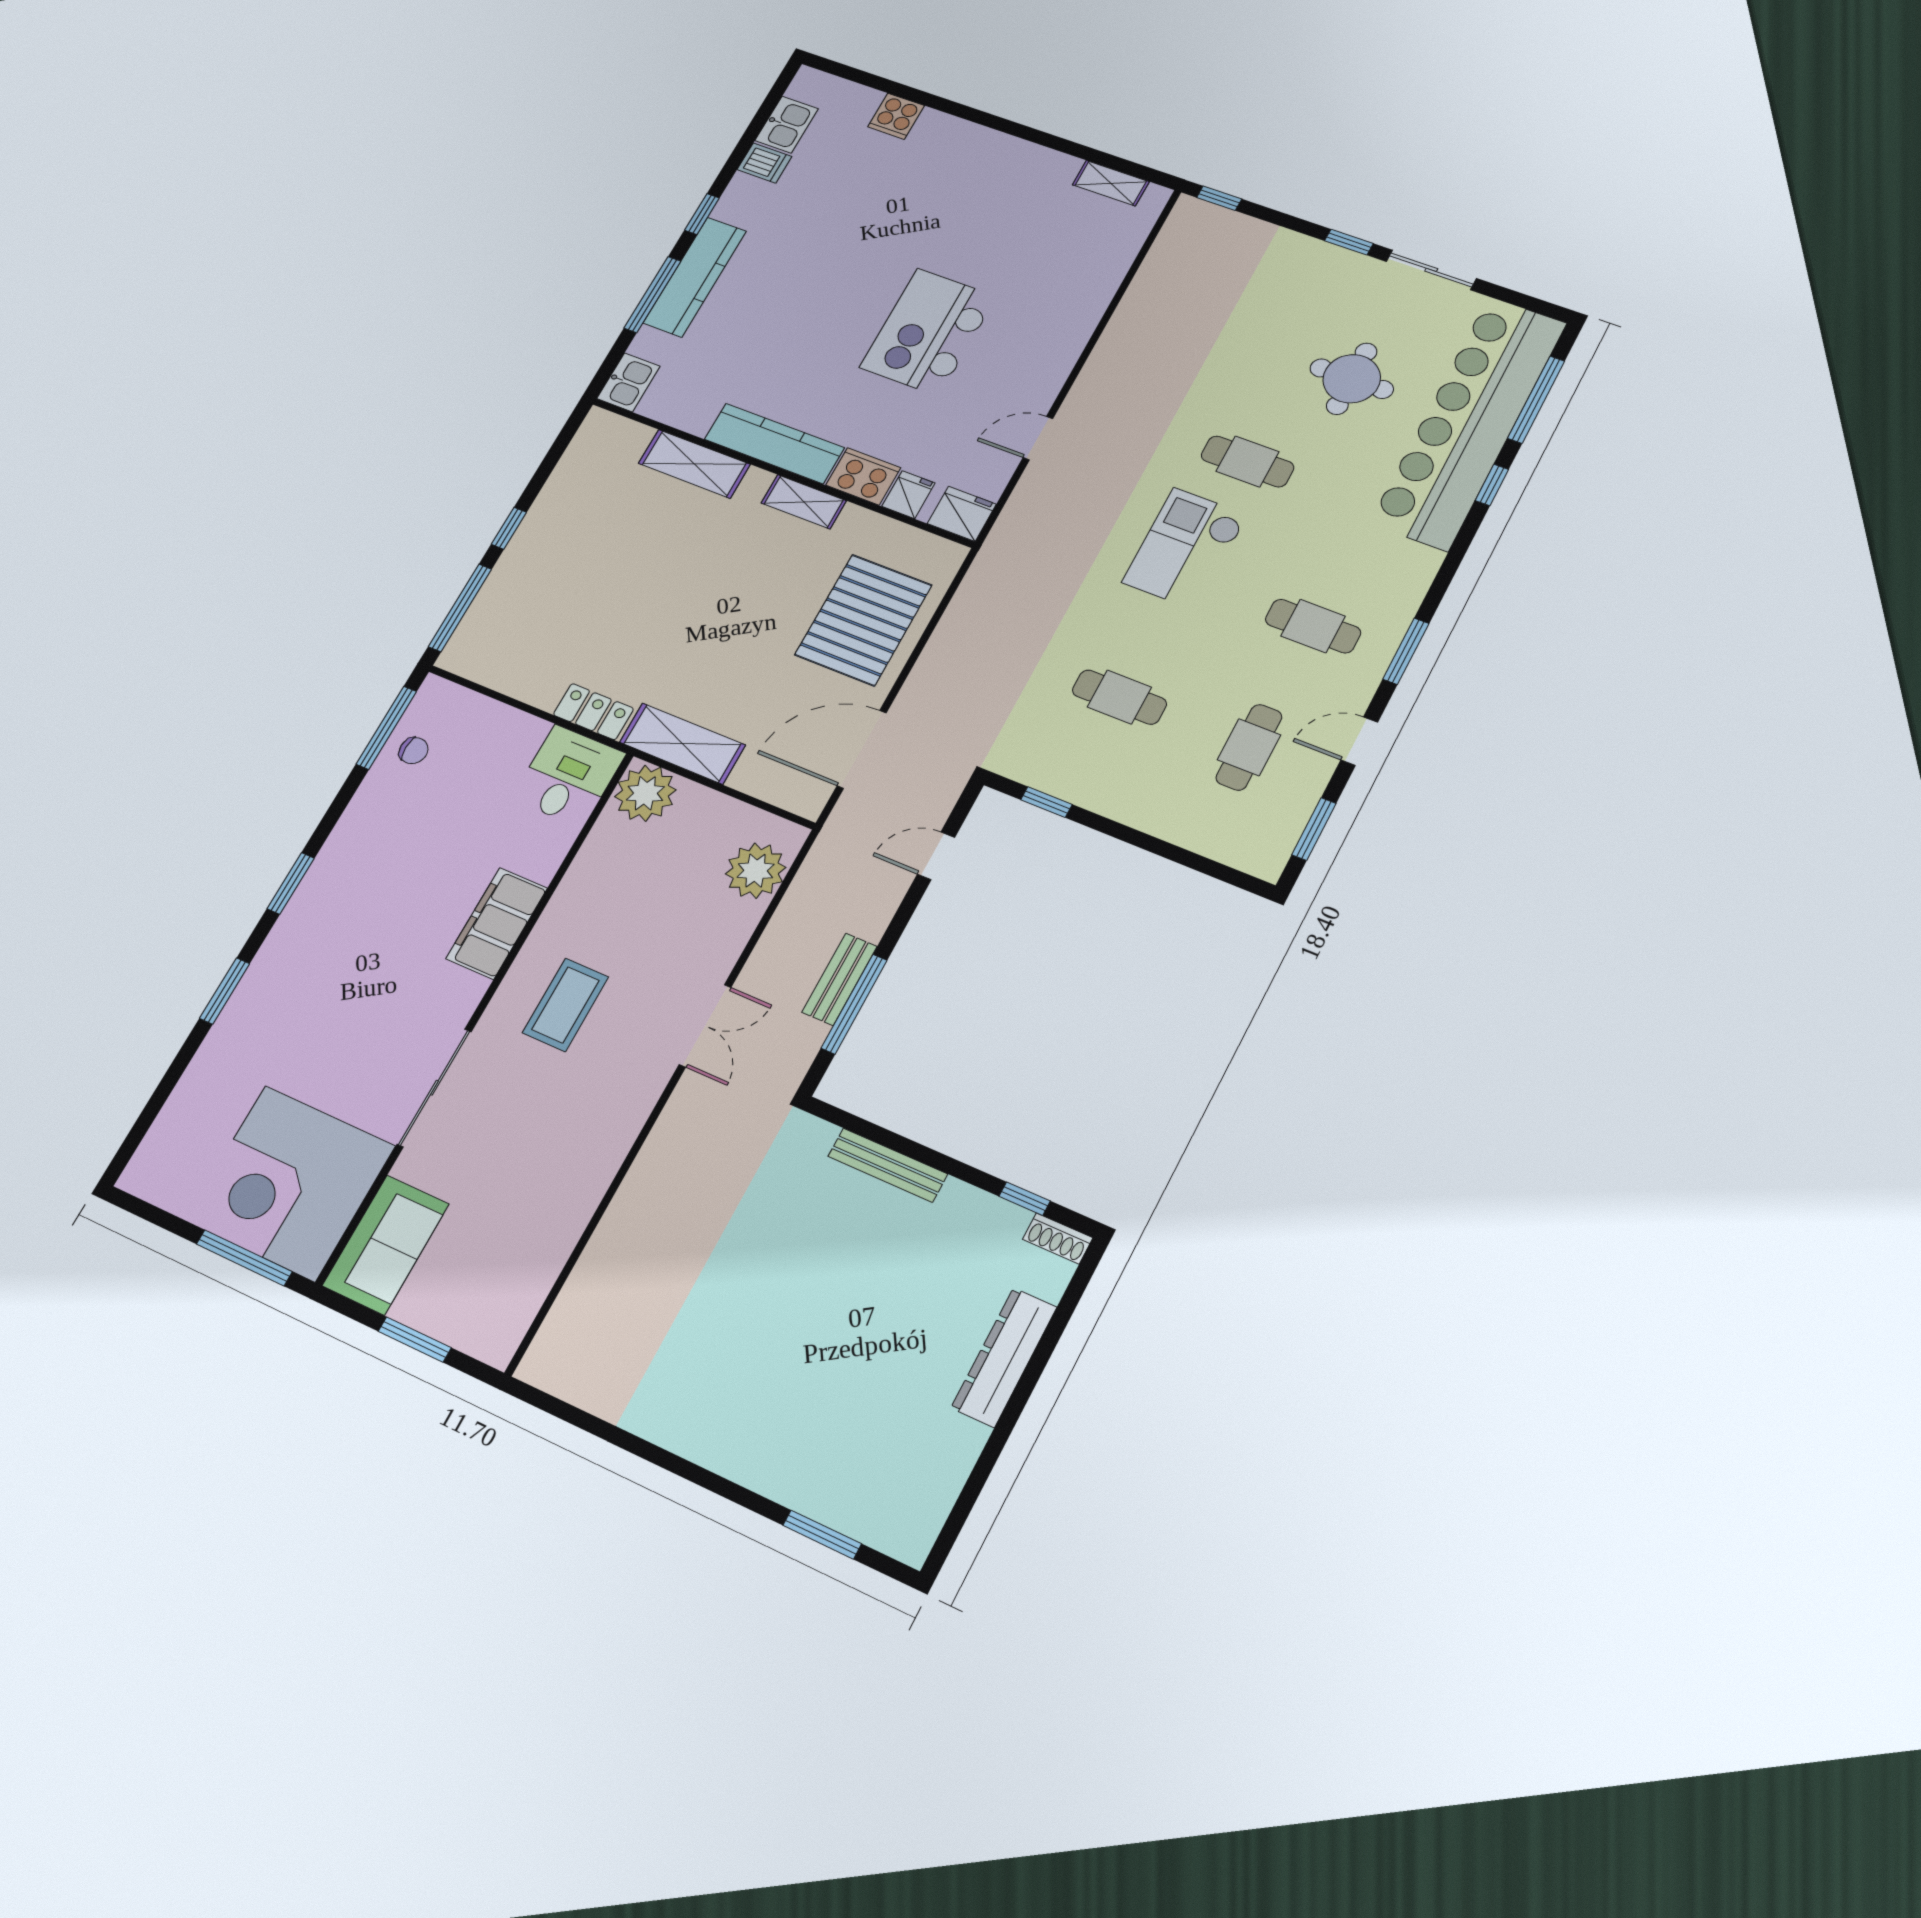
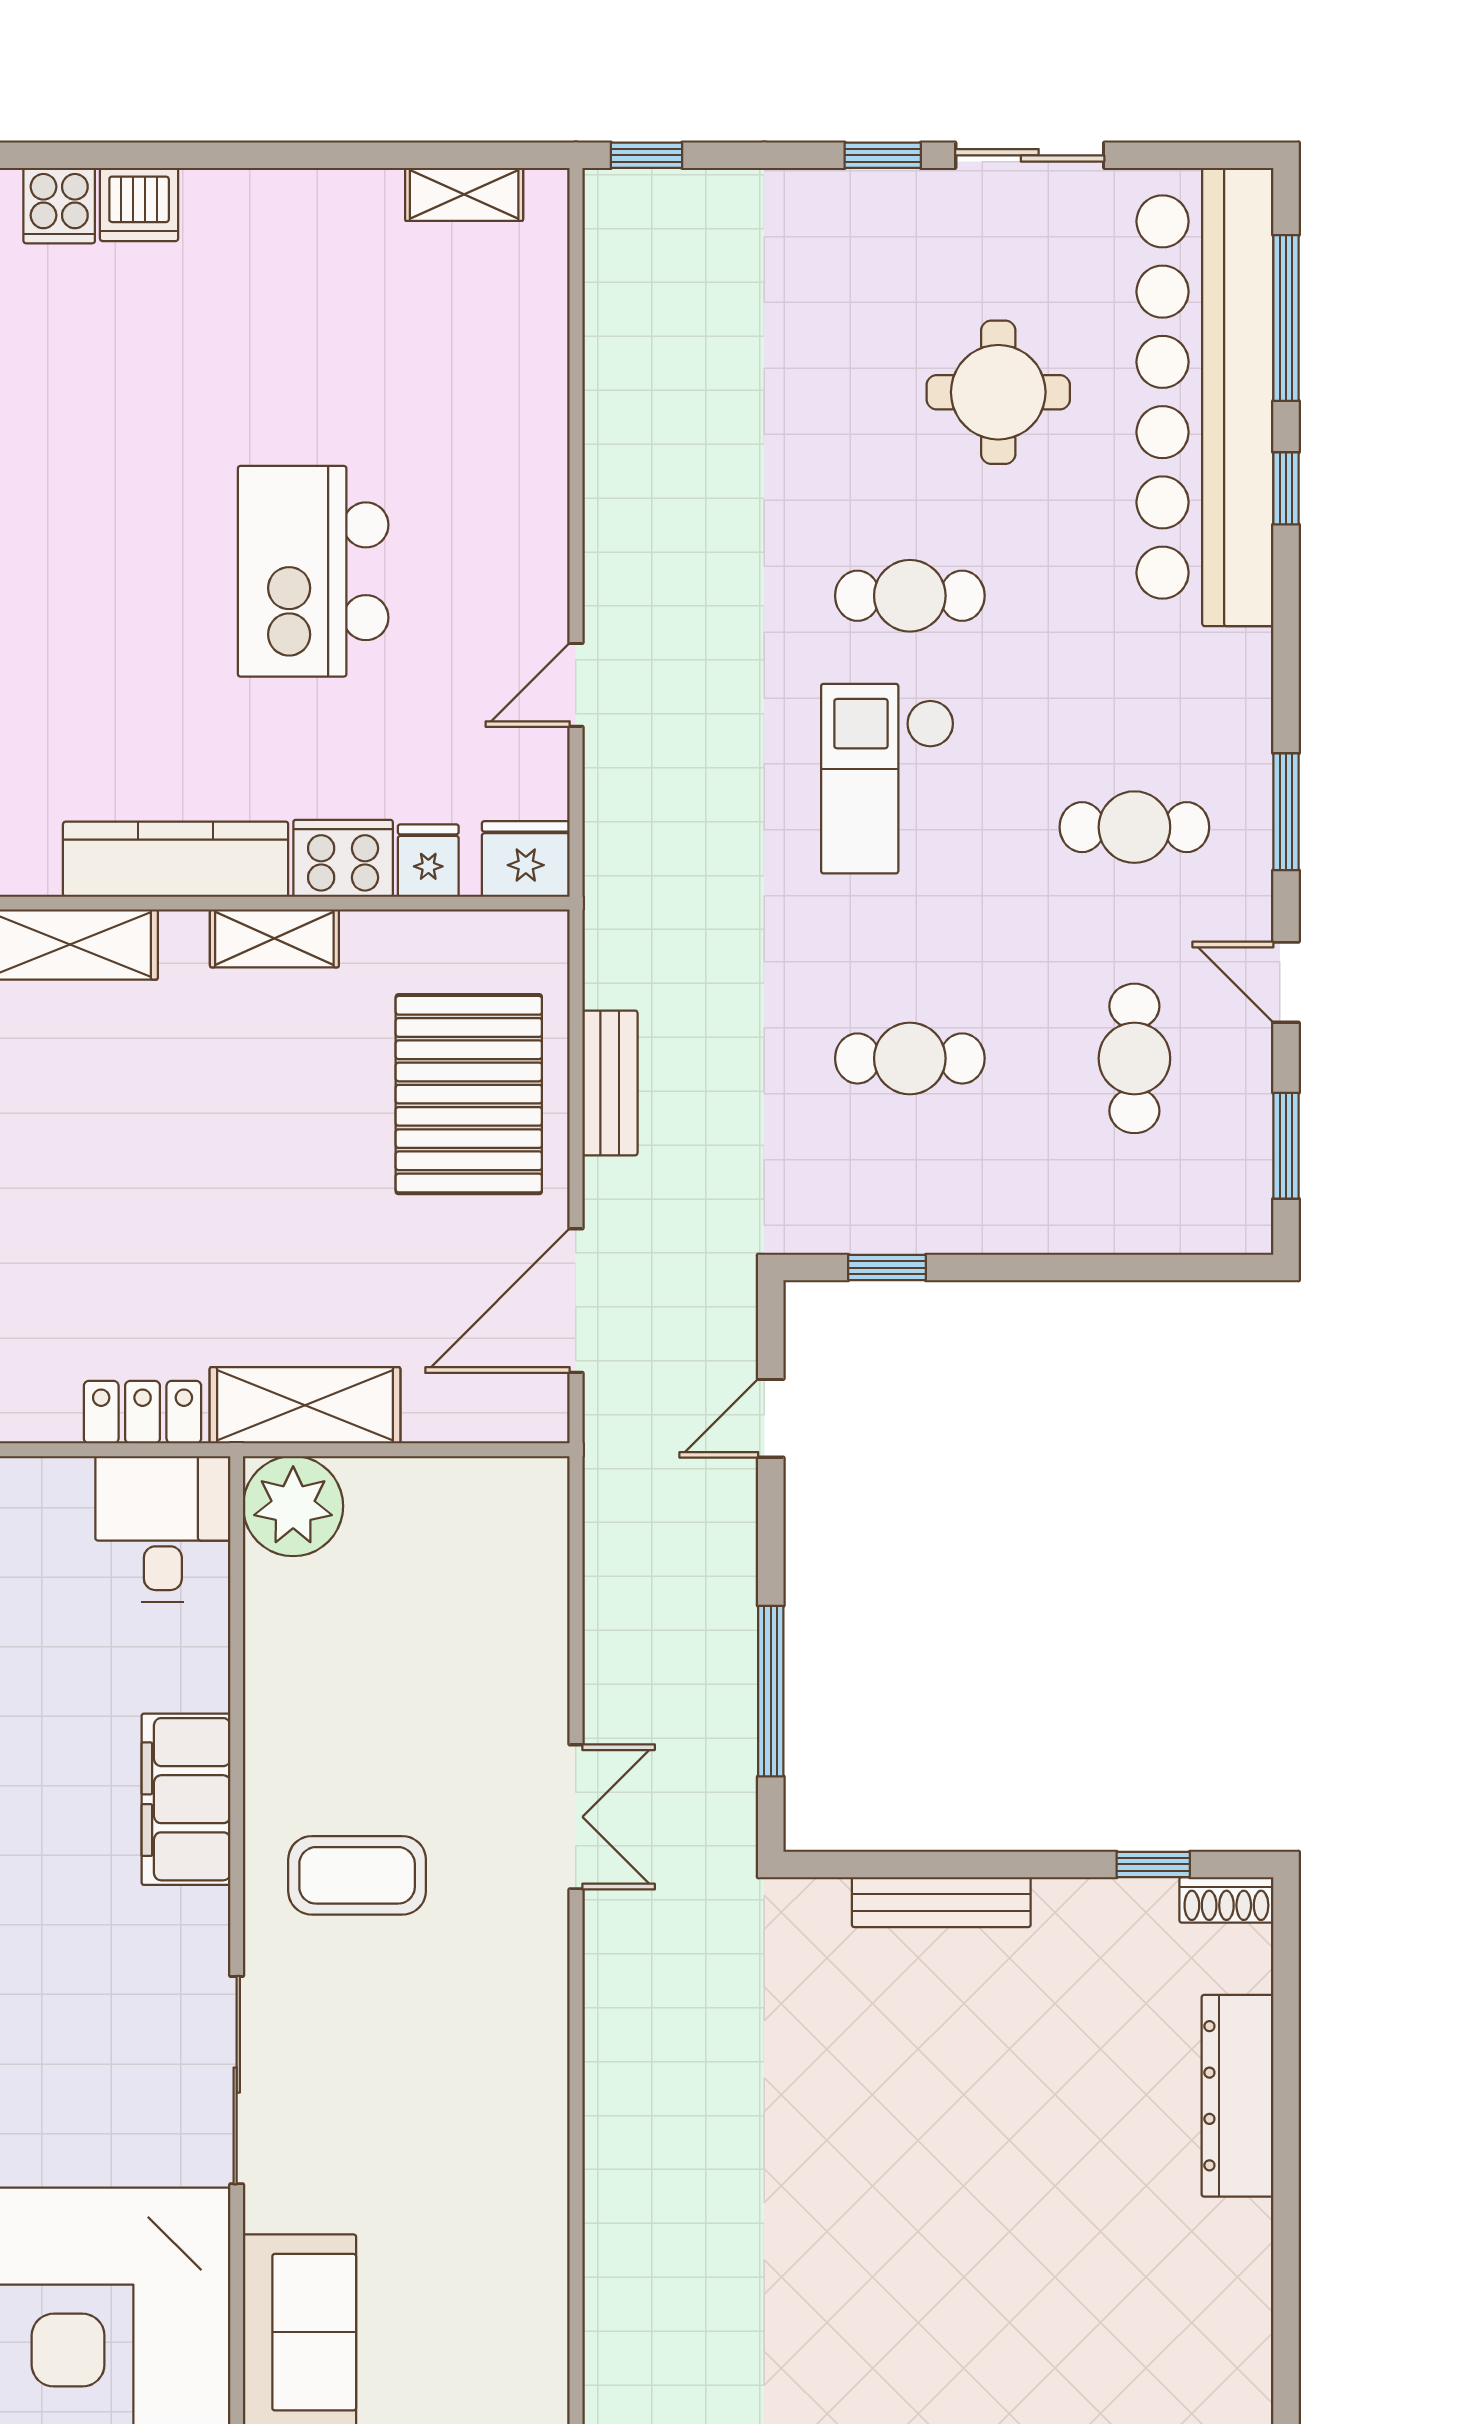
dishwasher: (937, 130) -> (139, 204), added
door: (1359, 741) -> (1286, 982), hinge flipped
plant: (756, 871) -> (521, 1554), removed
bench: (840, 979) -> (610, 1083), moved
coffee table: (565, 1005) -> (357, 1875), turned 90

